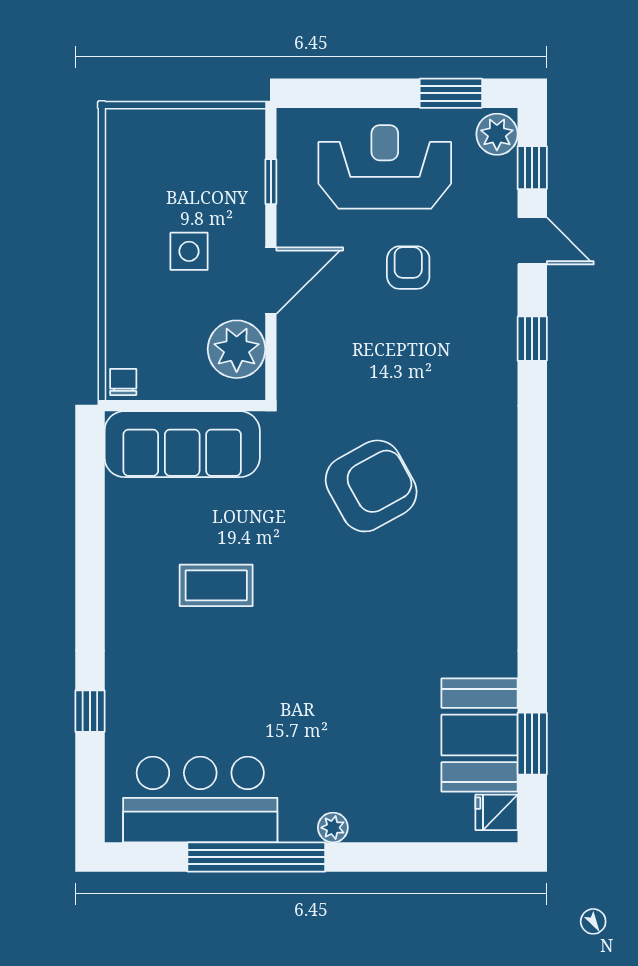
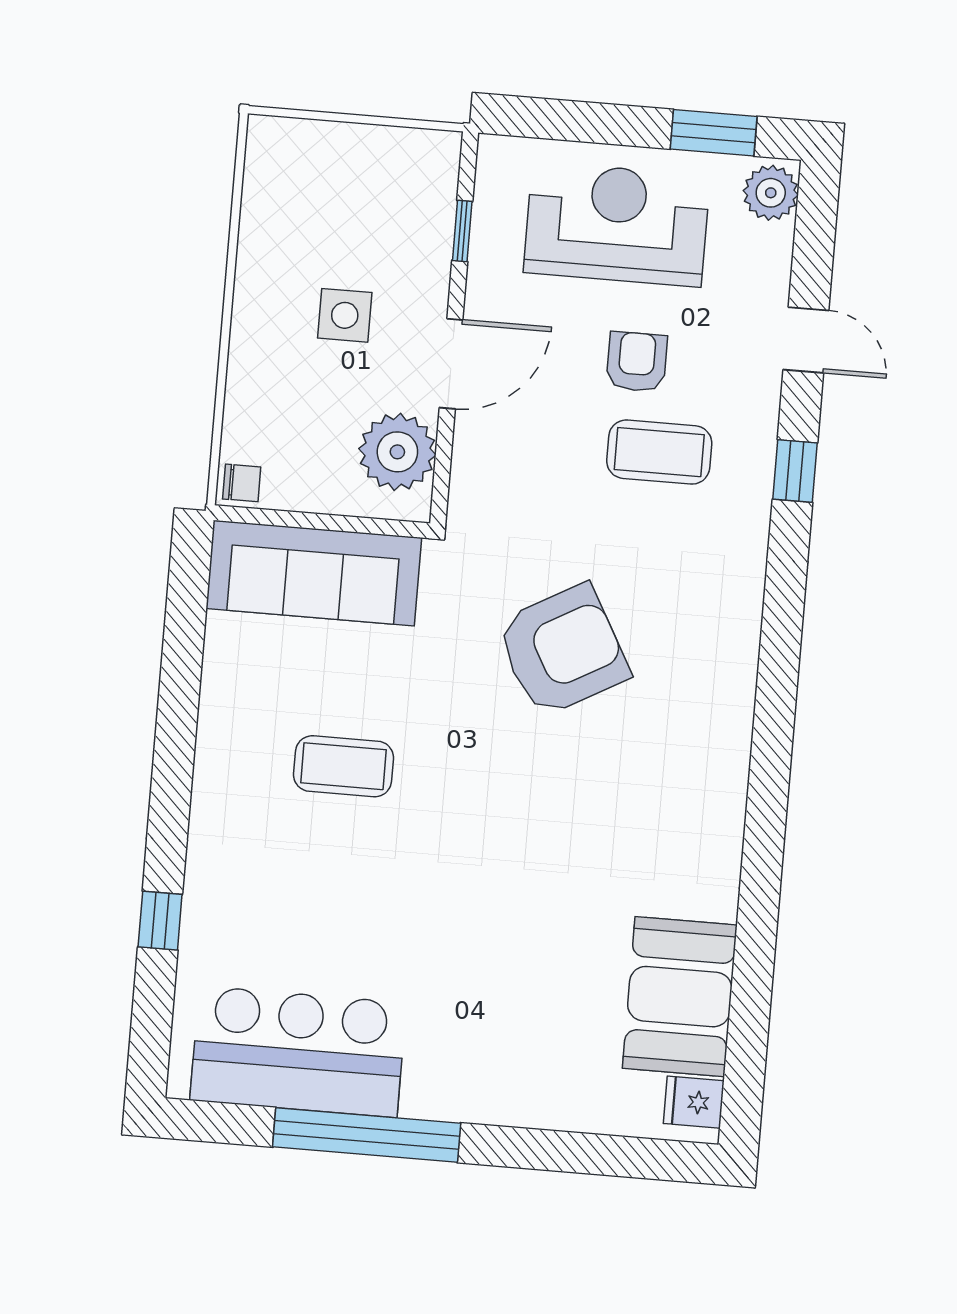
window: (532, 168) -> (814, 242), removed
coffee table: (430, 333) -> (659, 452), added
chair: (123, 382) -> (242, 483), turned 90
window: (532, 744) -> (749, 1014), removed
plant: (333, 828) -> (473, 1104), removed

